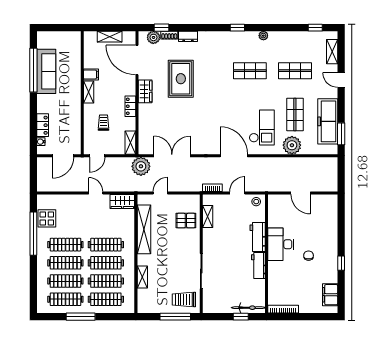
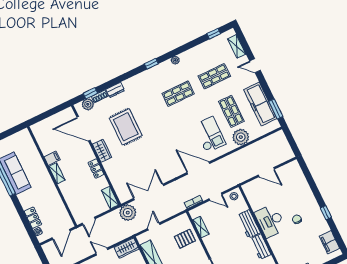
shelving: (110, 37) -> (52, 121), removed
trolley: (104, 123) -> (81, 192), removed
door: (237, 193) -> (216, 197), swing flipped

